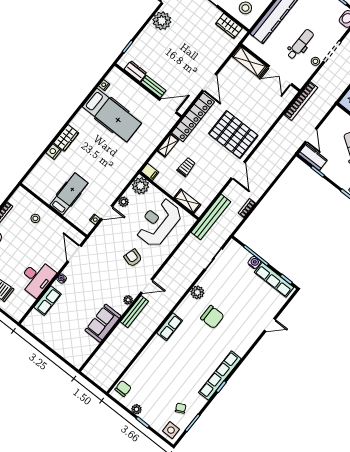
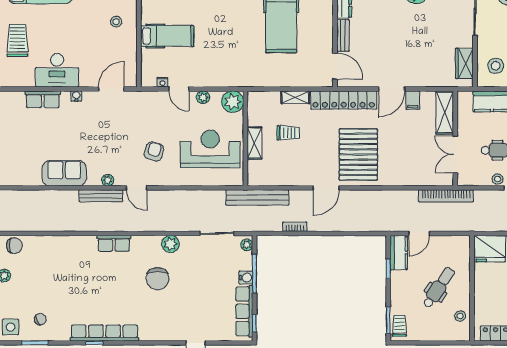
filing cabinet: (150, 172) -> (413, 100), moved
shelving: (187, 201) -> (254, 143), moved
plant: (235, 246) -> (247, 245), added

